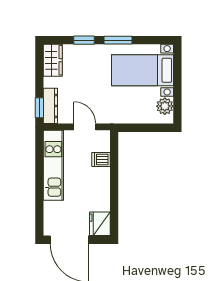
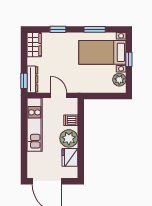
window: (118, 40) -> (95, 29), moved
window: (177, 79) -> (129, 59), added
plant: (98, 183) -> (69, 138), added
fridge: (100, 224) -> (70, 157), moved

